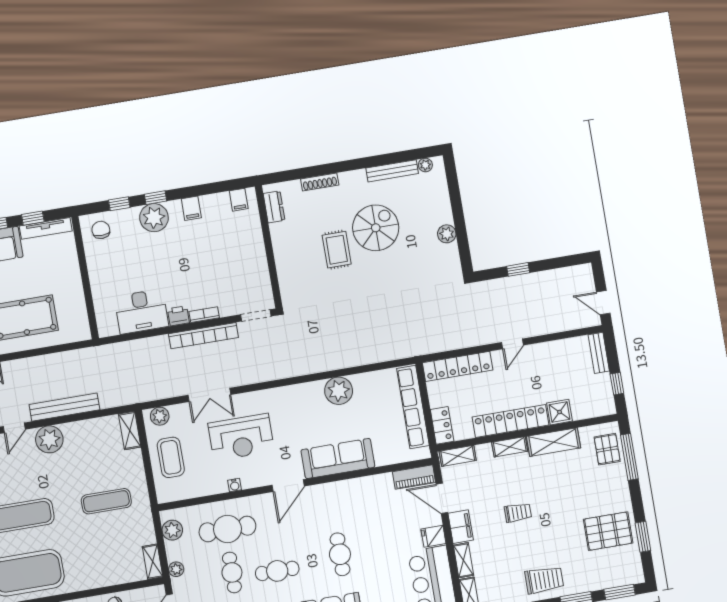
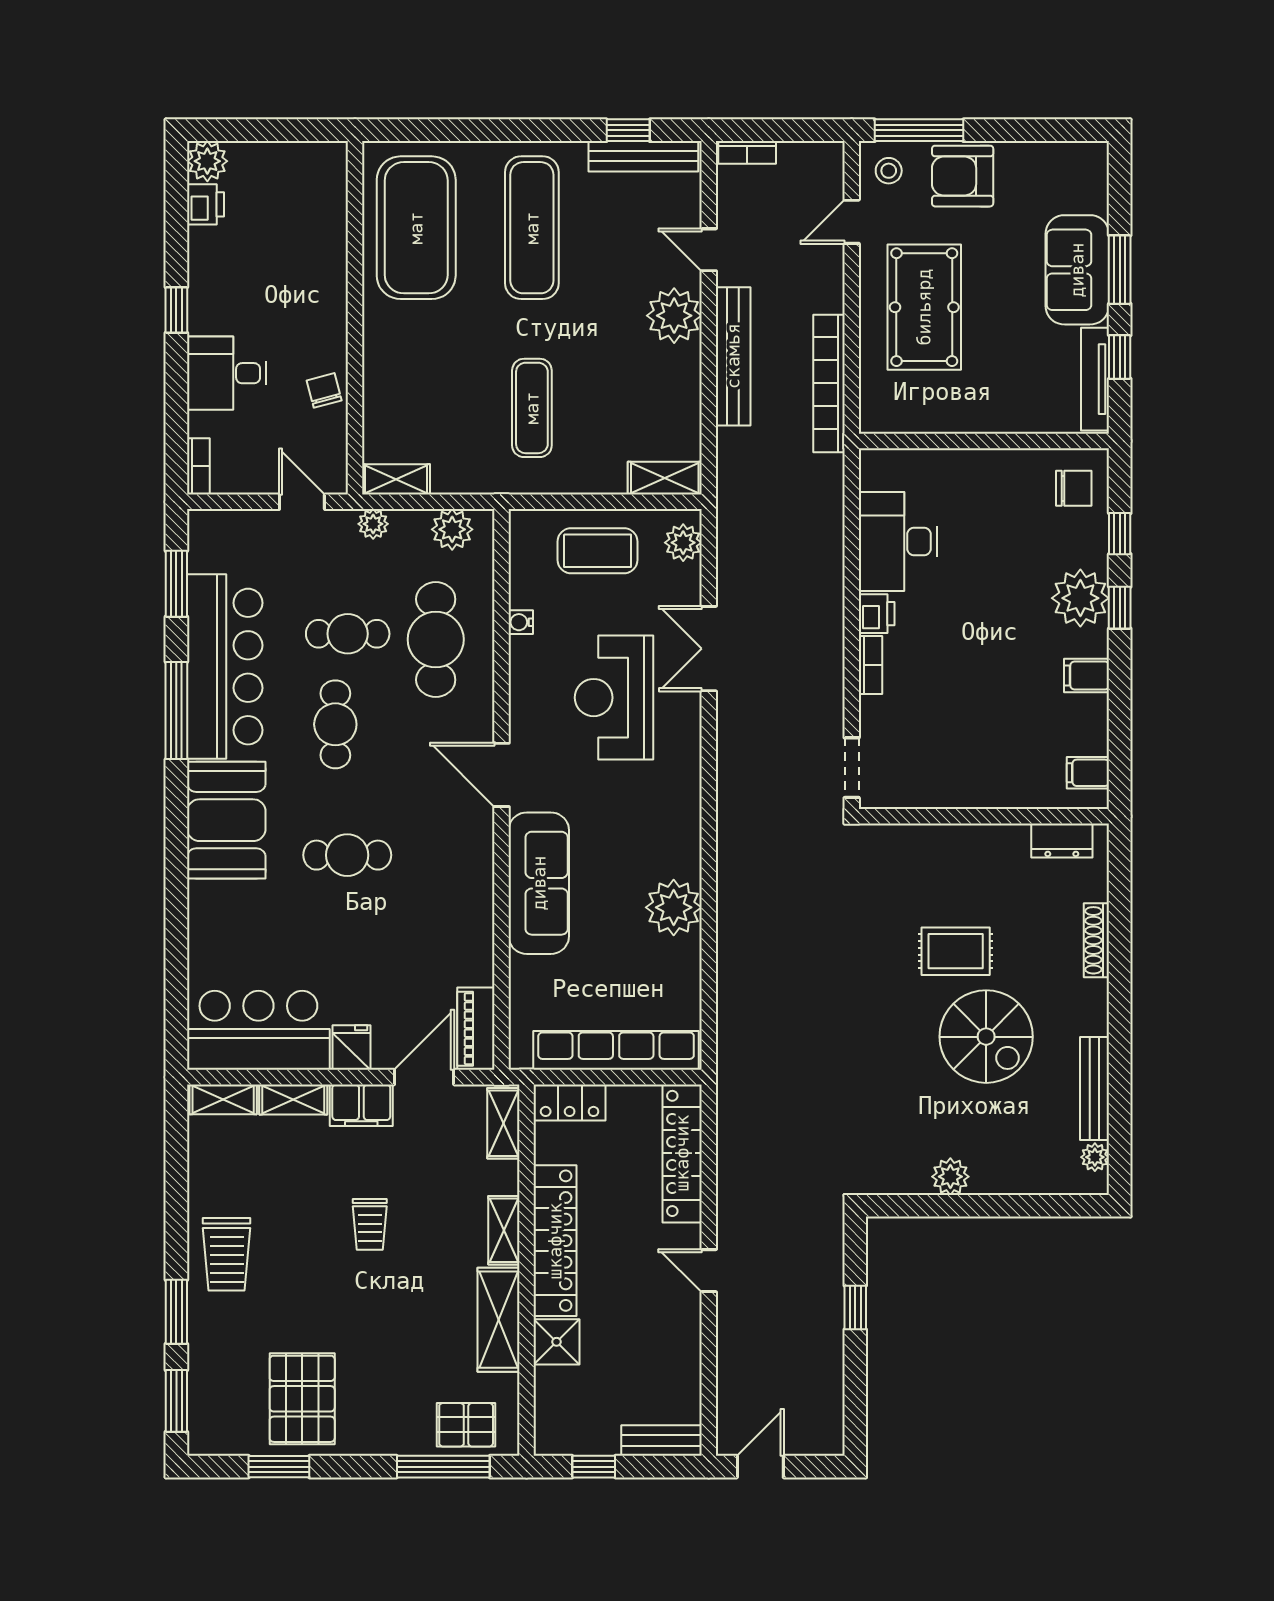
bookcase: (203, 336) -> (829, 383), moved
water cooler: (235, 485) -> (521, 622), moved

